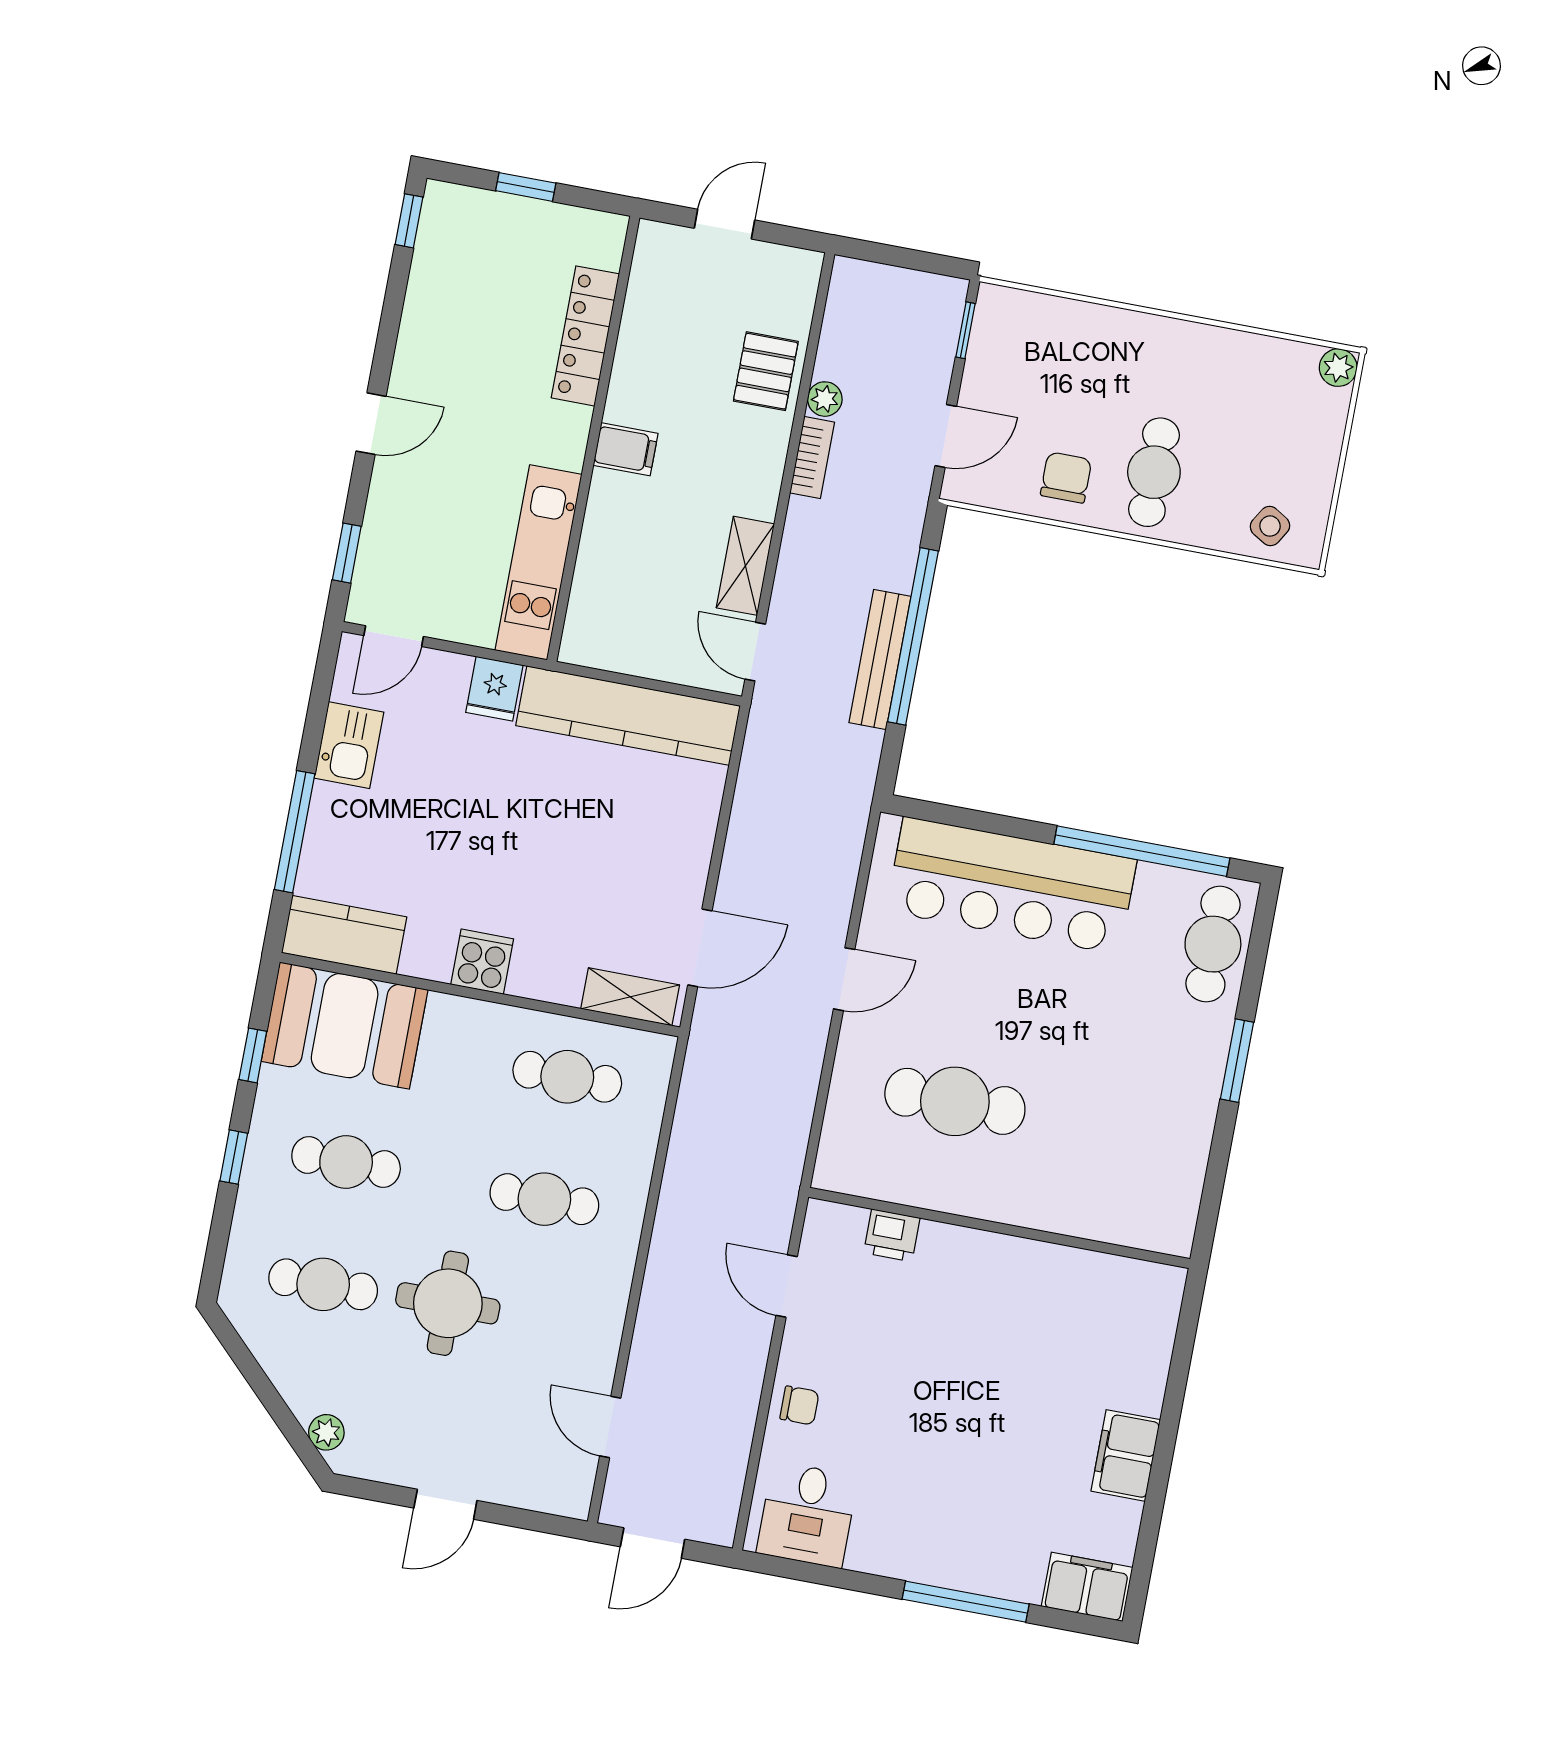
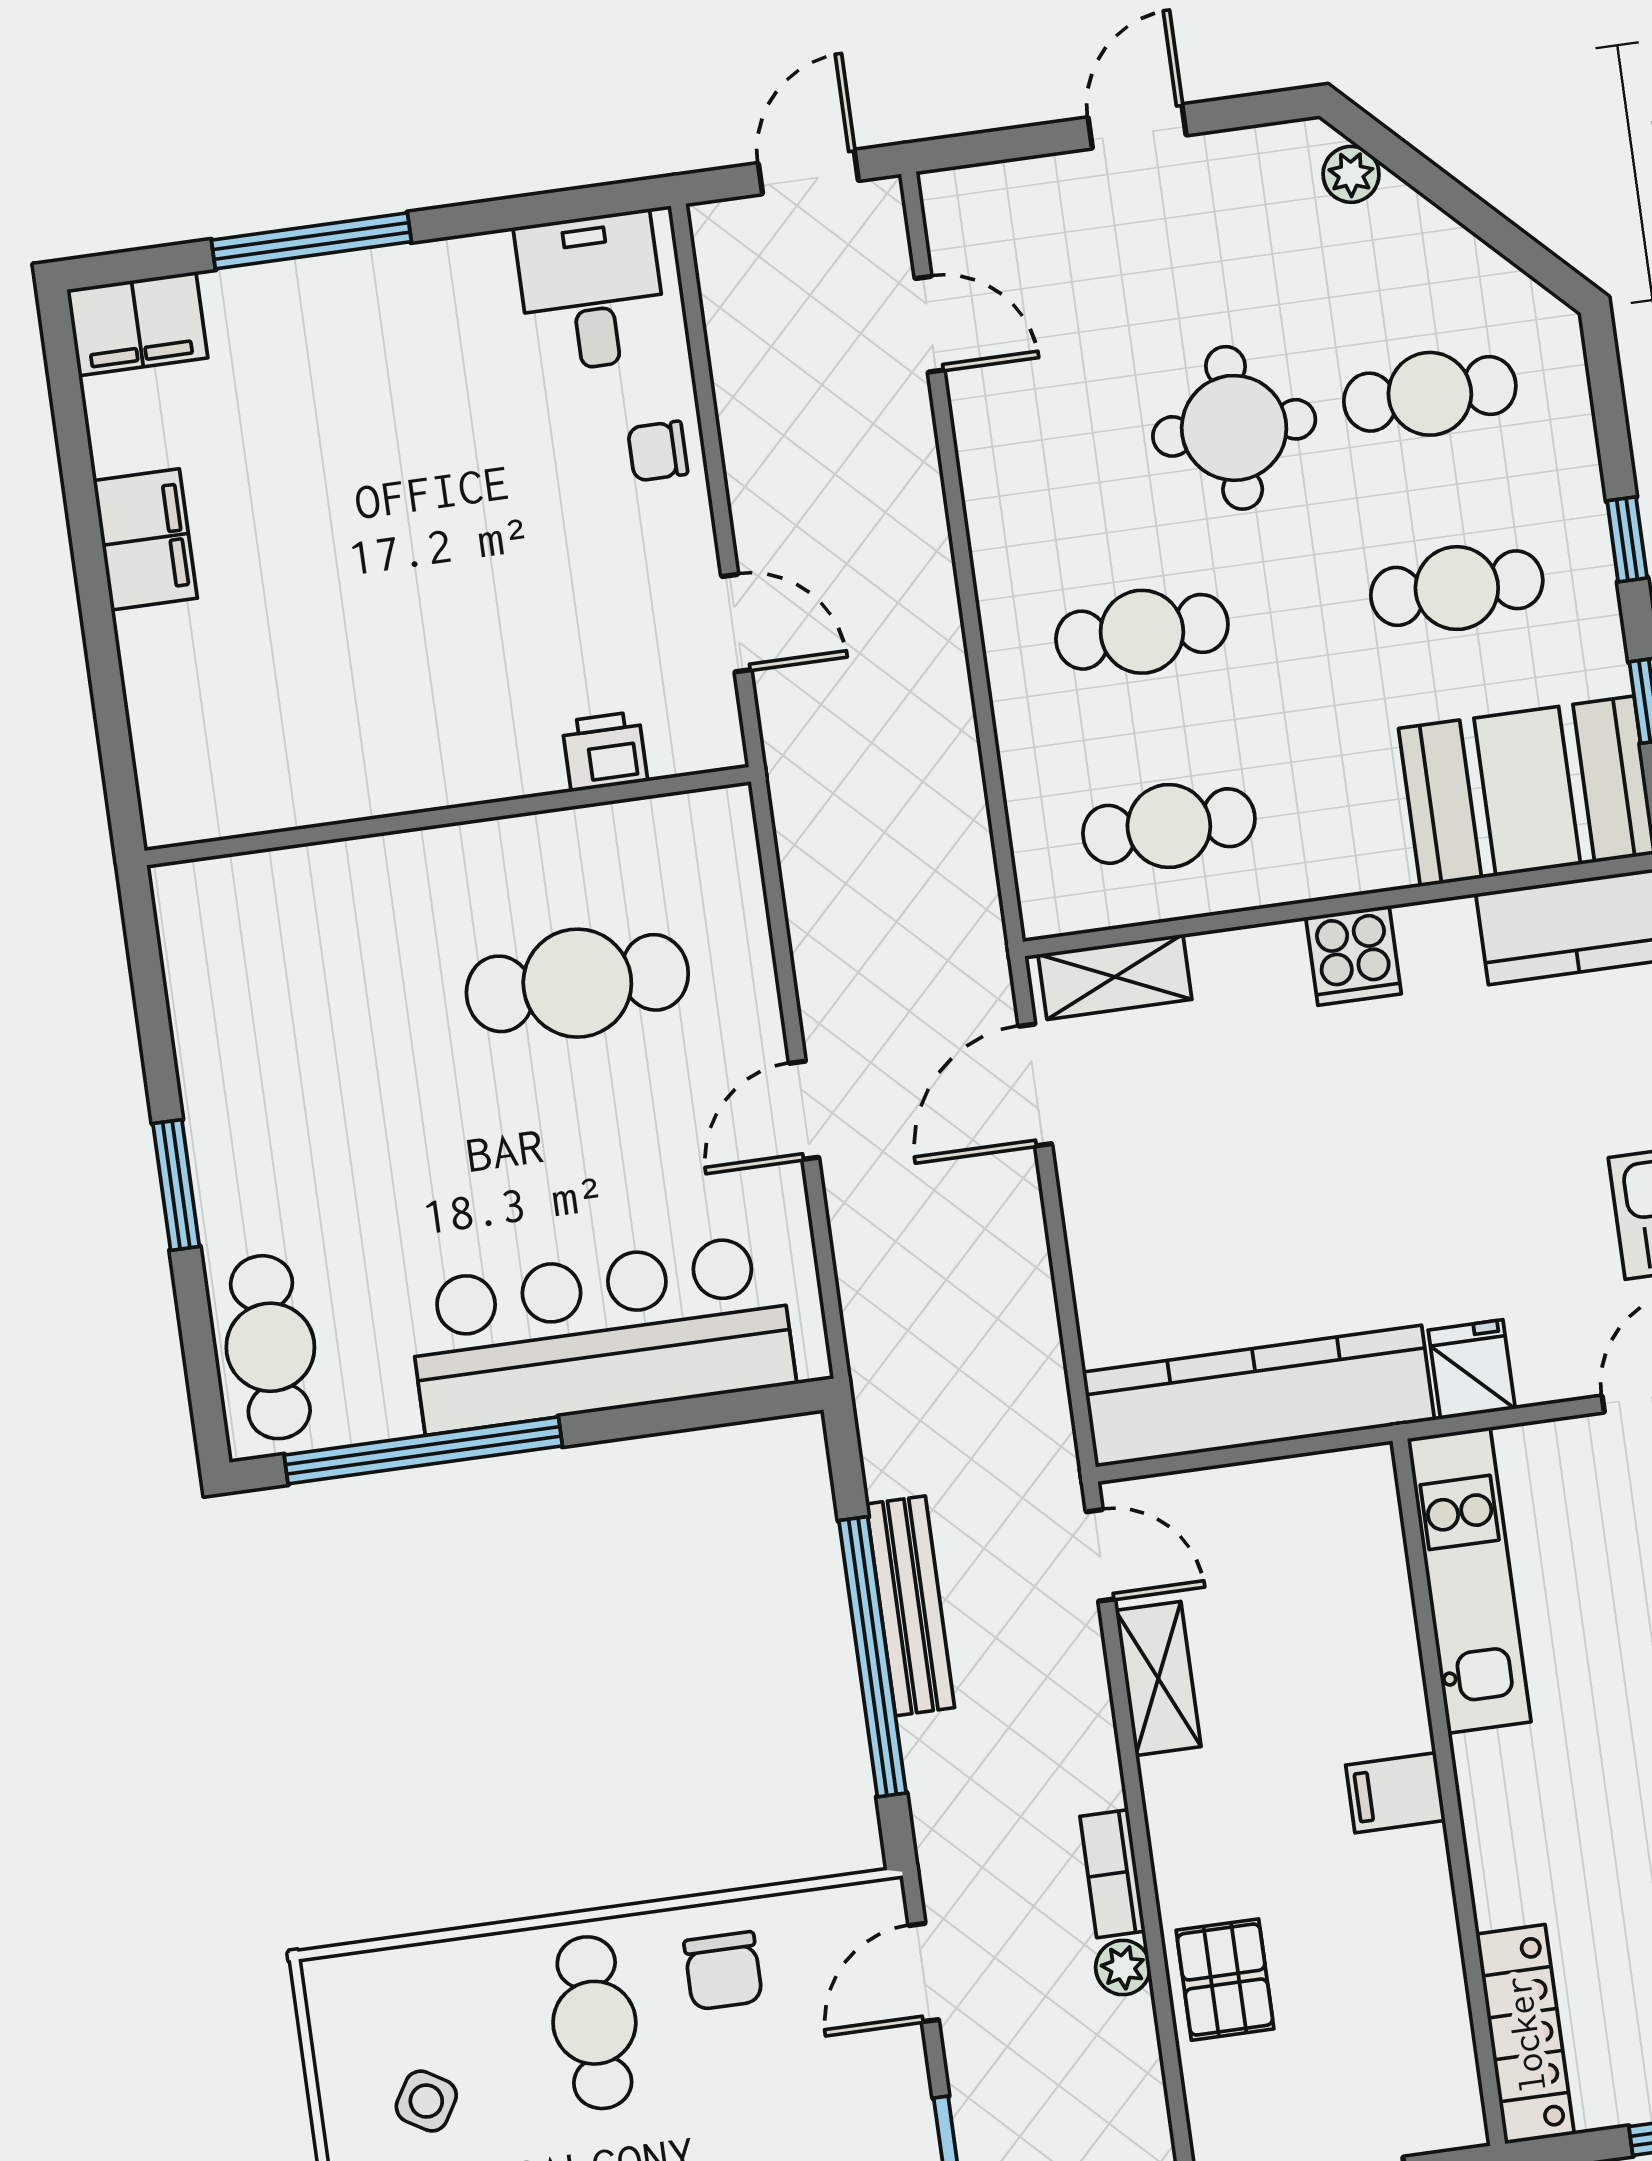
locker: (585, 336) -> (1525, 2034), moved
side table: (1270, 526) -> (426, 2101), moved

